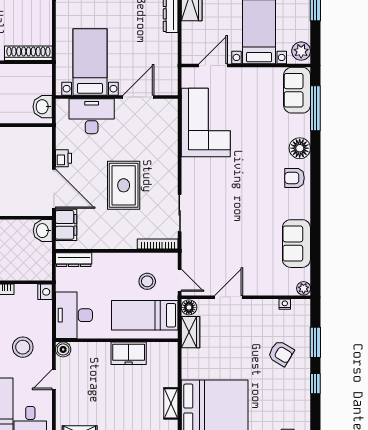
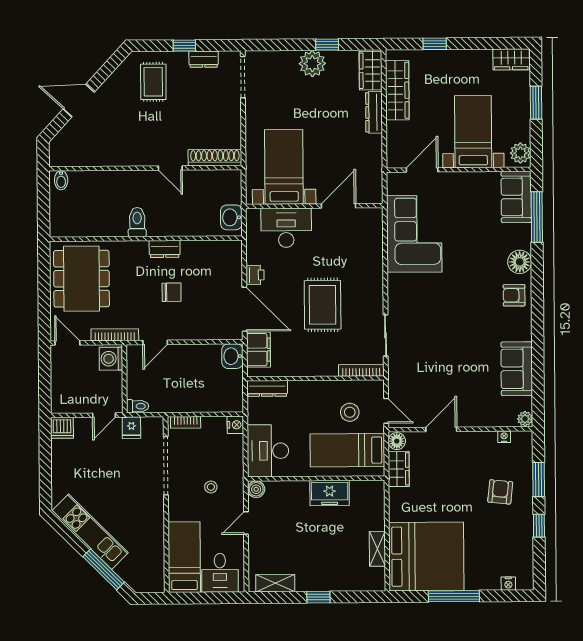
stool: (23, 347) -> (211, 487), width x0.53, depth x0.53
armchair: (281, 353) -> (500, 492), turned -115

